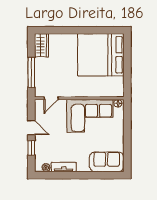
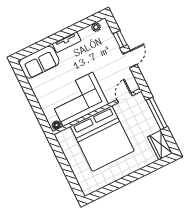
bed: (101, 55) -> (102, 139), moved, turned 90
door: (31, 128) -> (130, 59), swing flipped
tv unit: (64, 167) -> (67, 42), moved

